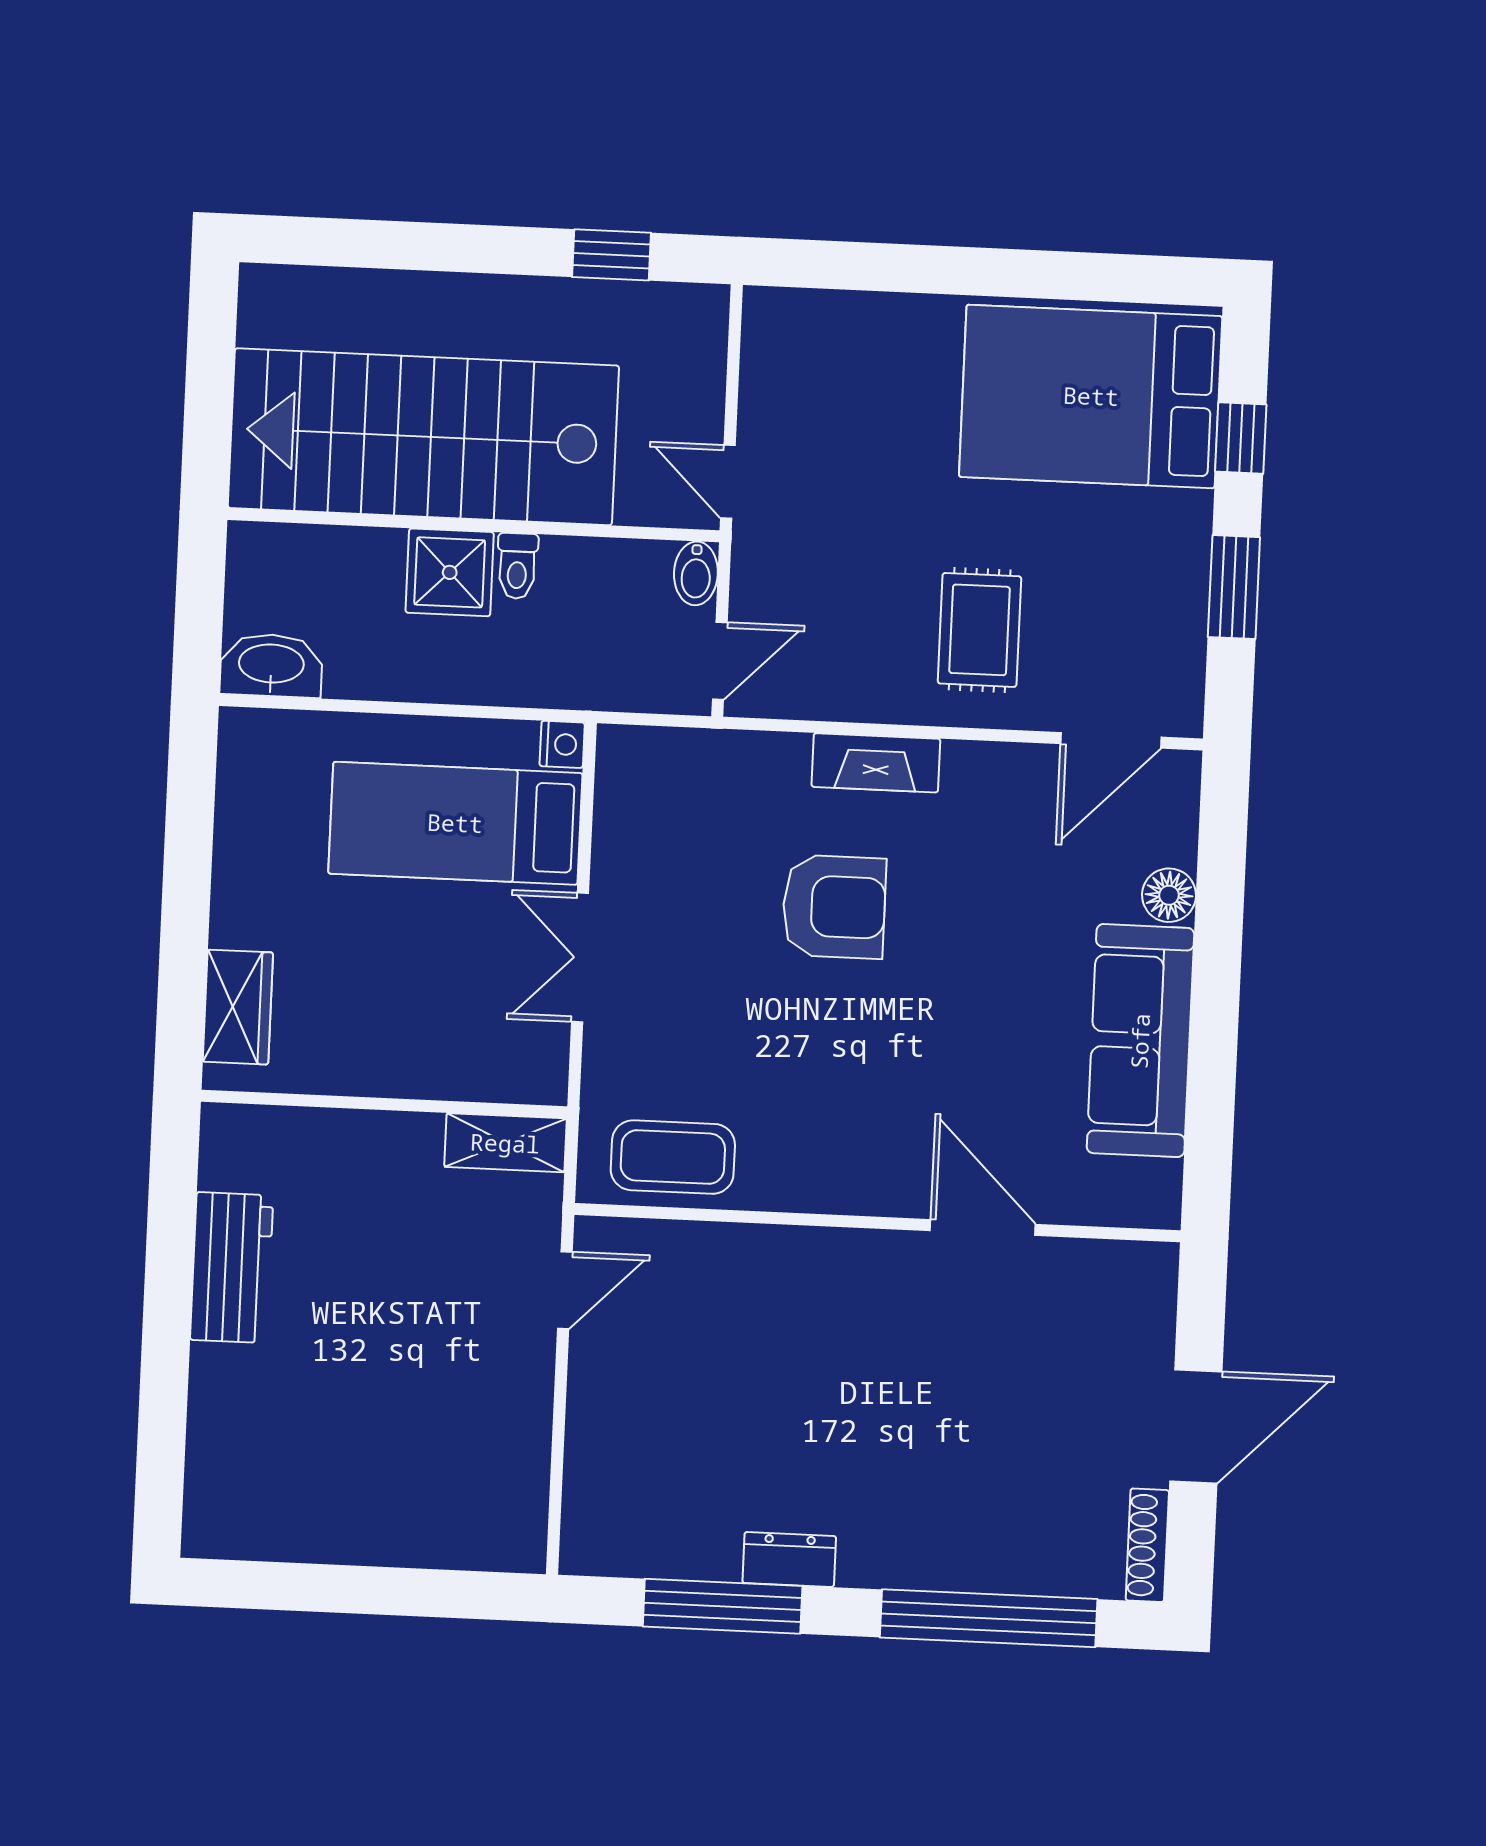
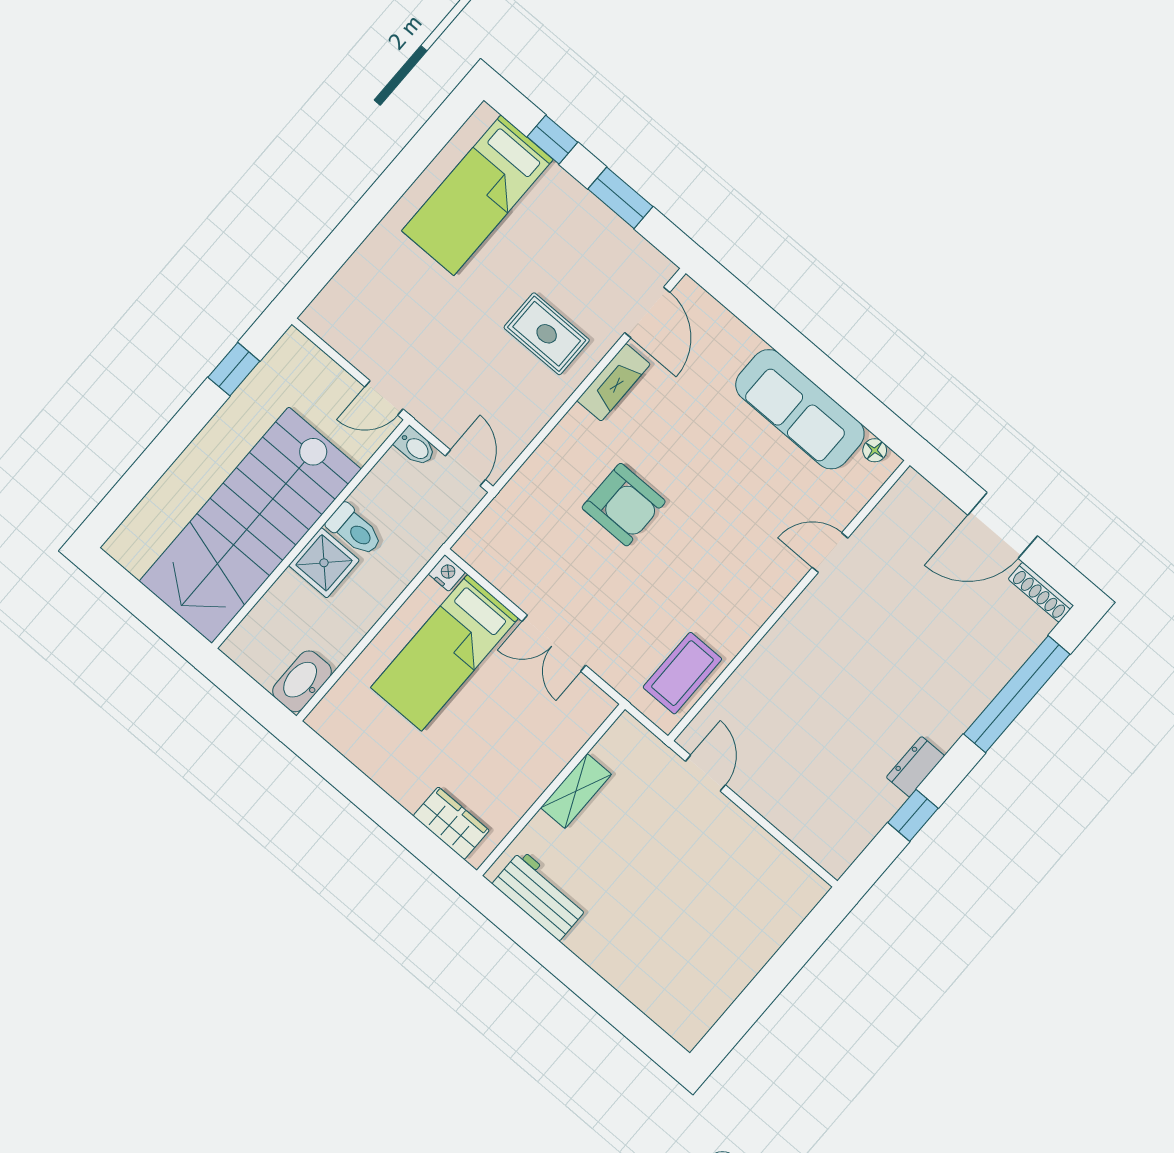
bed: (1091, 396) -> (477, 195), width x0.67
toilet: (517, 566) -> (355, 530), width x1.37, depth x1.39
fireplace: (876, 763) -> (614, 382), moved
floor lamp: (1169, 895) -> (875, 450), moved, width x0.73, depth x0.73
armchair: (834, 907) -> (624, 505), turned 90
shelving: (505, 1143) -> (576, 791), moved
door: (983, 1227) -> (830, 553), width x0.73
workbench: (232, 1268) -> (540, 895), moved
door: (1196, 1426) -> (1003, 525), swing flipped
window: (723, 1606) -> (913, 815), width x0.46

